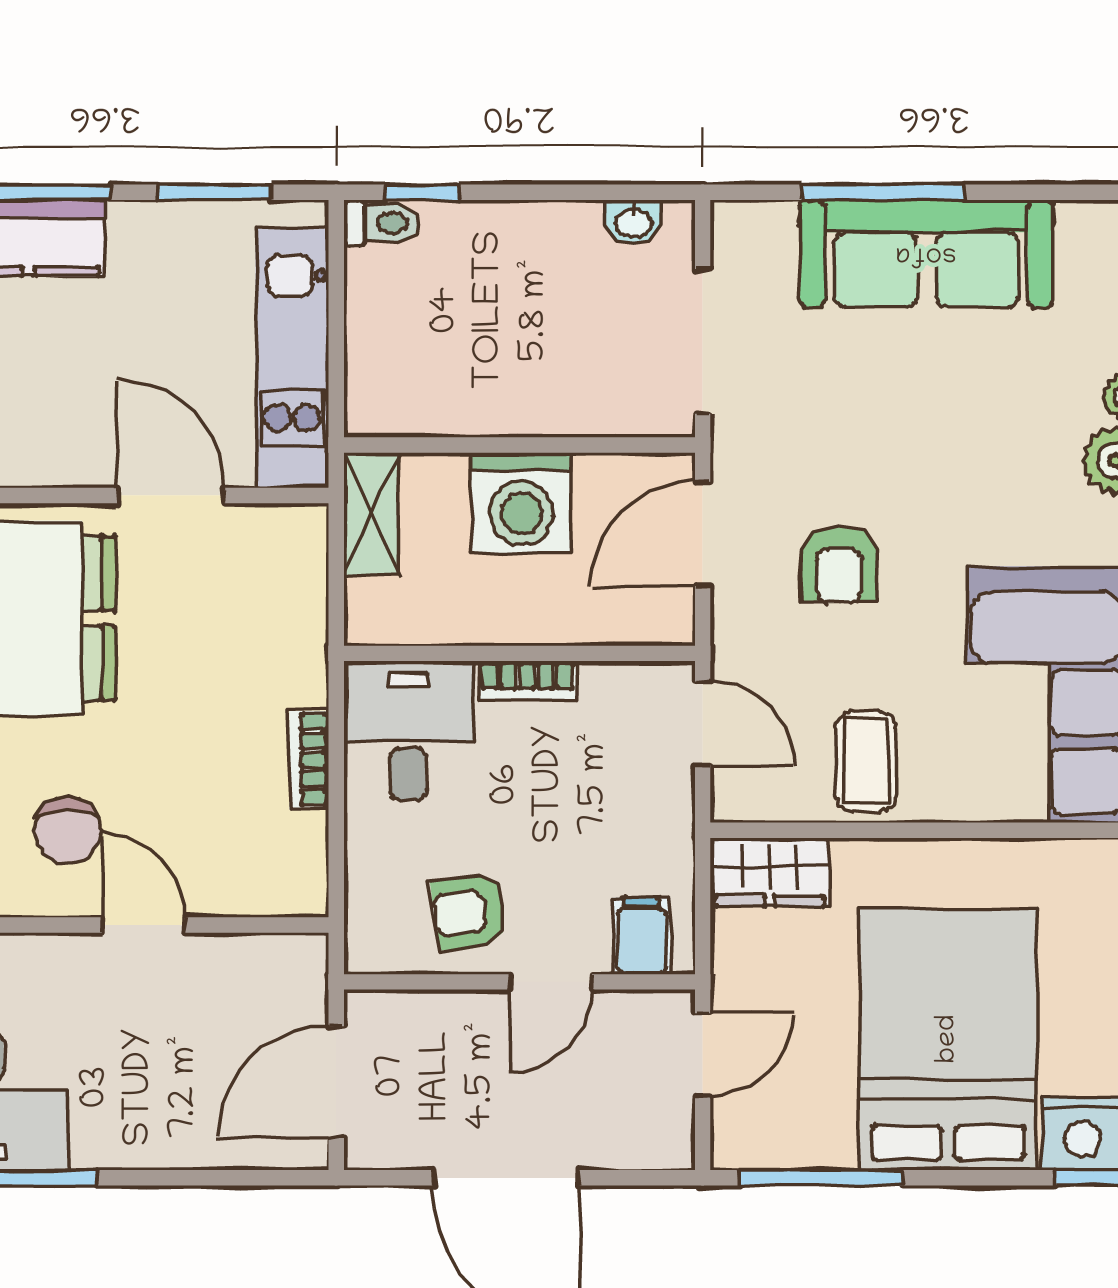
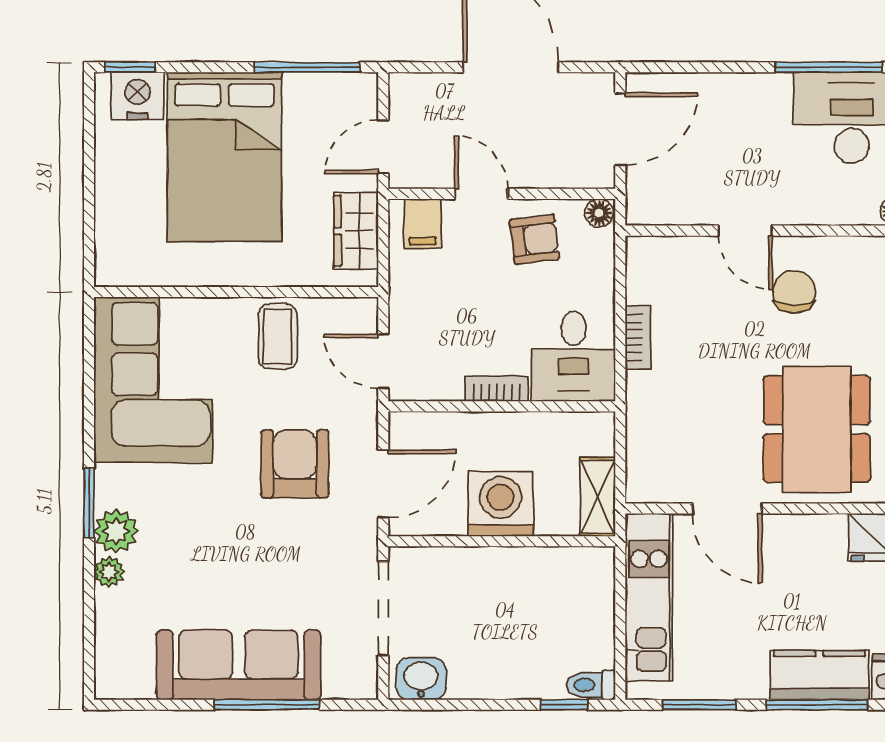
washbasin: (634, 222) -> (421, 679), width x1.38, depth x1.45
armchair: (839, 565) -> (295, 464), width x1.38, depth x1.38
wardrobe: (770, 872) -> (356, 231), moved, turned -90
floor lamp: (369, 952) -> (599, 213), added
door: (551, 982) -> (481, 194), hinge flipped

